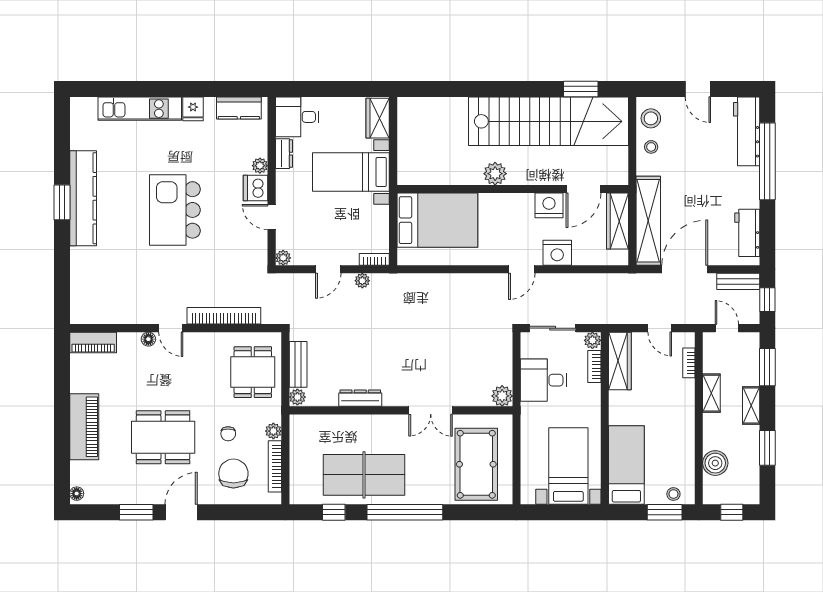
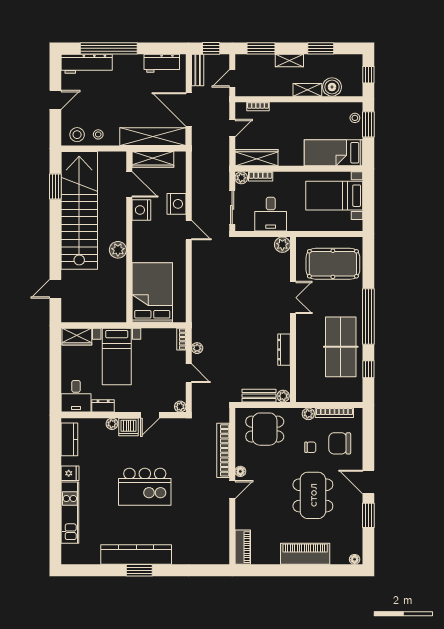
door: (443, 89) -> (55, 289), added
floor lamp: (148, 339) -> (240, 471), moved
shelving: (711, 393) -> (307, 90), moved

